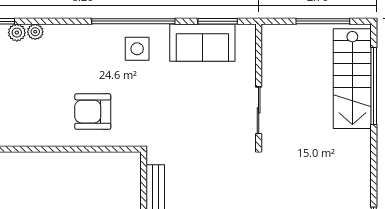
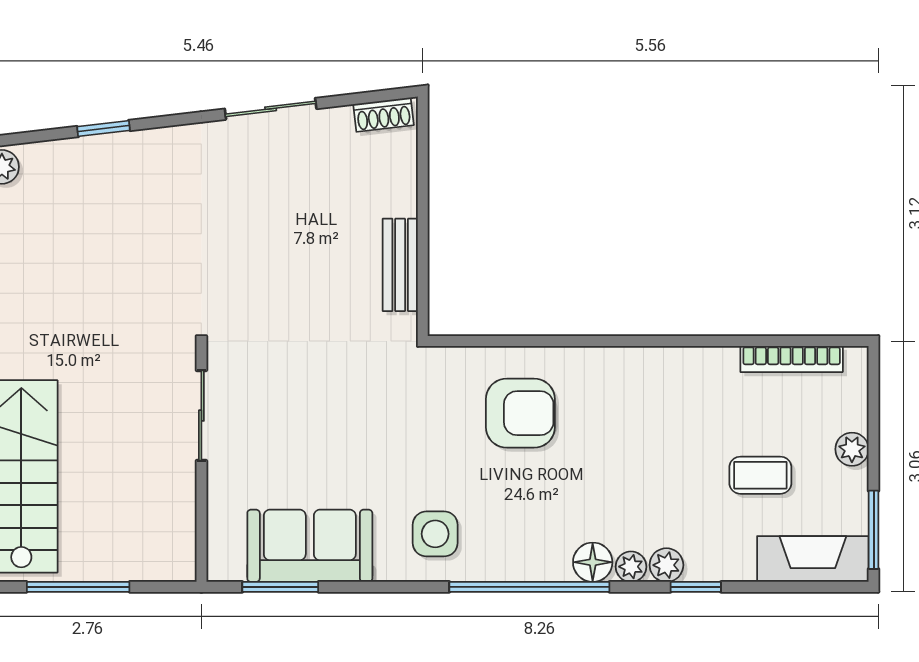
window: (133, 21) -> (529, 587), moved
floor lamp: (55, 34) -> (593, 562), added

